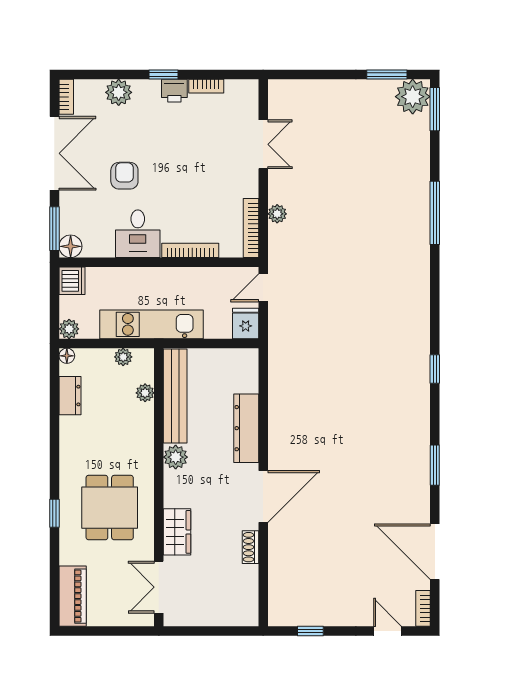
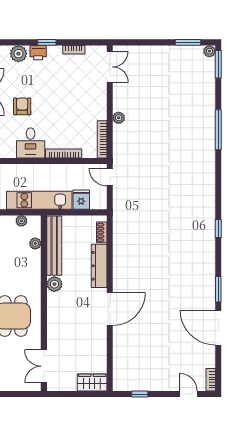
printer: (174, 91) -> (38, 53), moved
plant: (413, 97) -> (209, 51), width x0.53, depth x0.53
double door: (263, 144) -> (110, 67), moved
plant: (277, 214) -> (119, 118), moved
door: (263, 288) -> (110, 177), hinge flipped
fridge: (246, 323) -> (81, 200), moved
wardrobe: (177, 532) -> (92, 383), moved, turned -90
shoe rack: (250, 547) -> (102, 232), moved
door: (435, 552) -> (218, 328), moved

